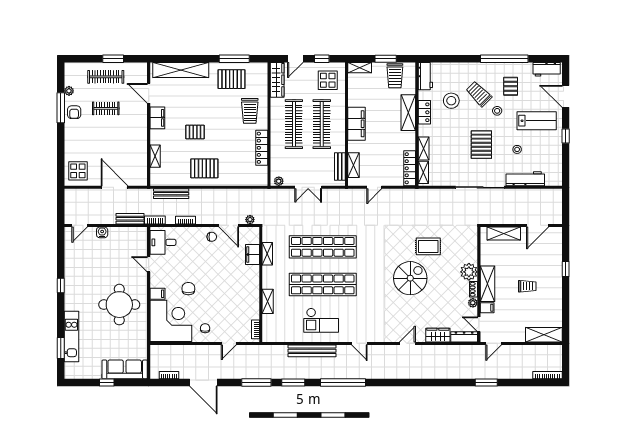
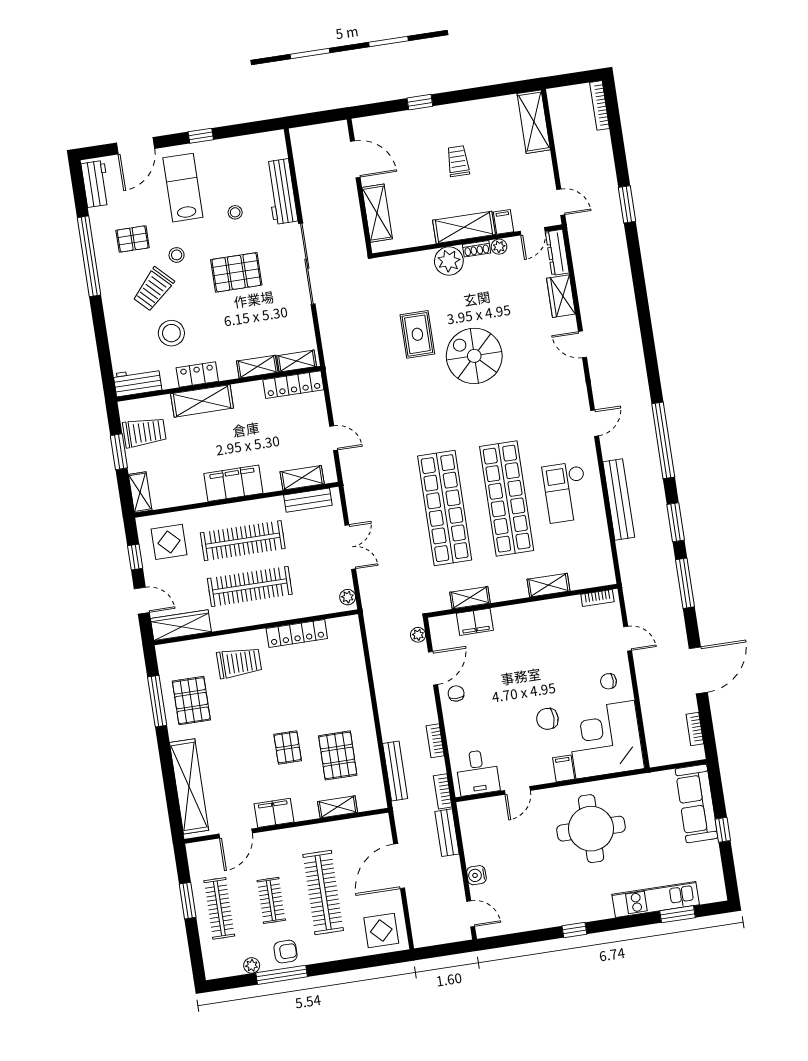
clothes rail: (106, 140) -> (323, 892), added
pallet: (204, 168) -> (338, 755), moved
checkout: (321, 320) -> (566, 492), turned 180

